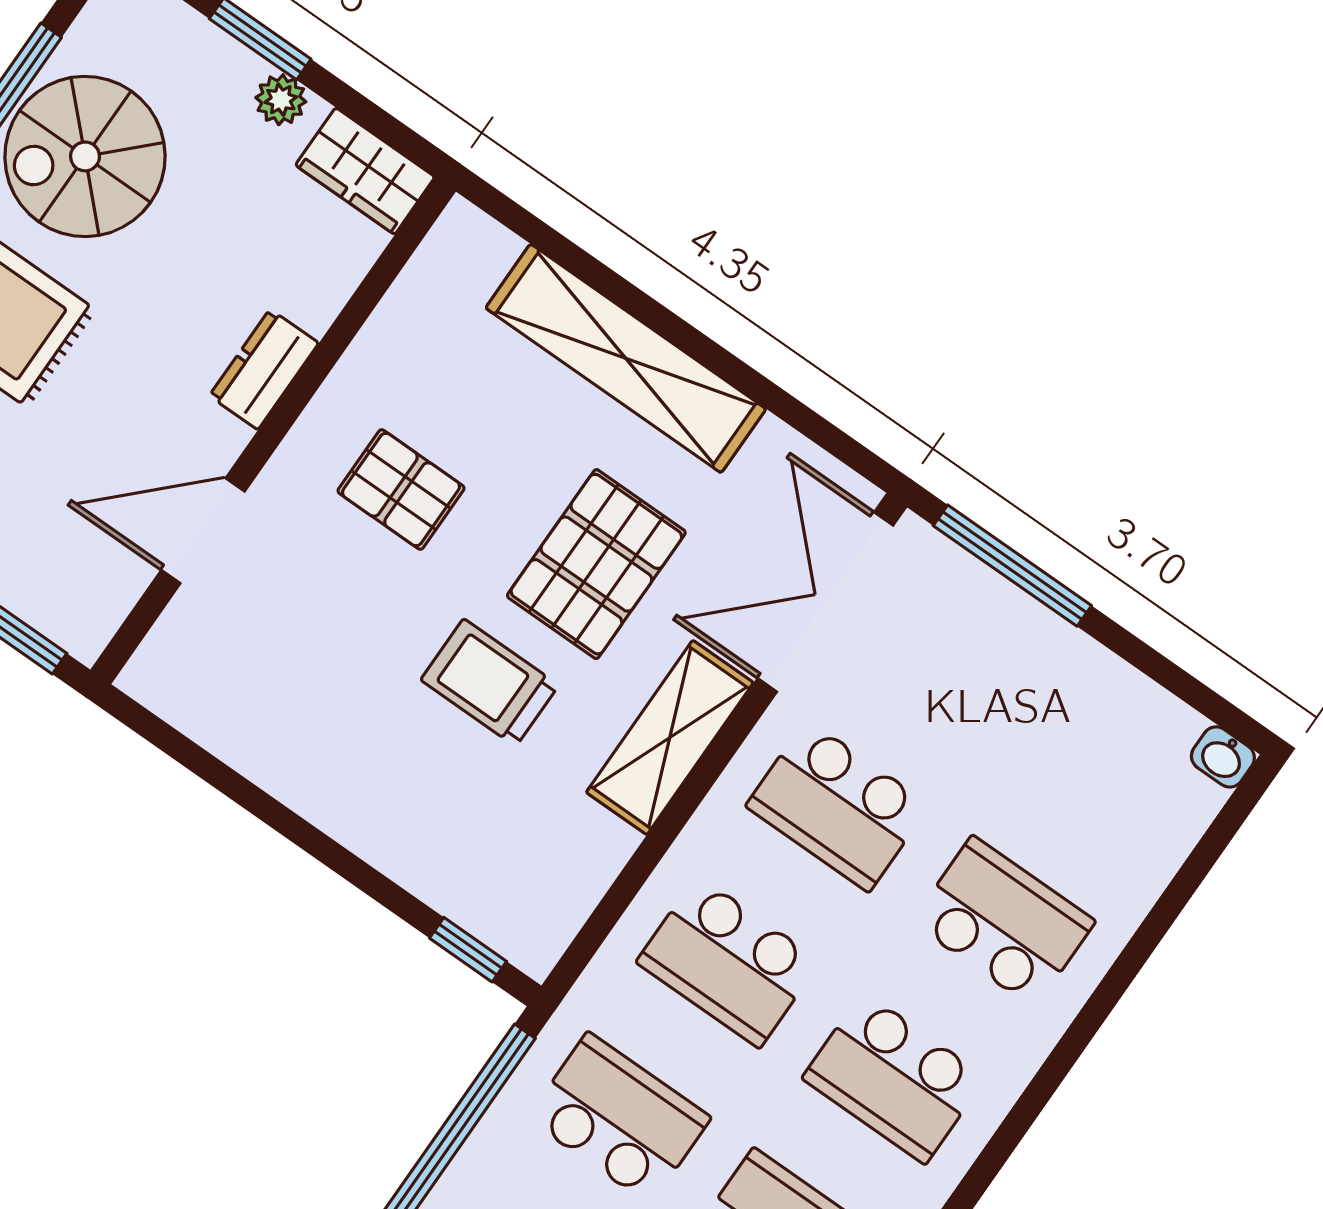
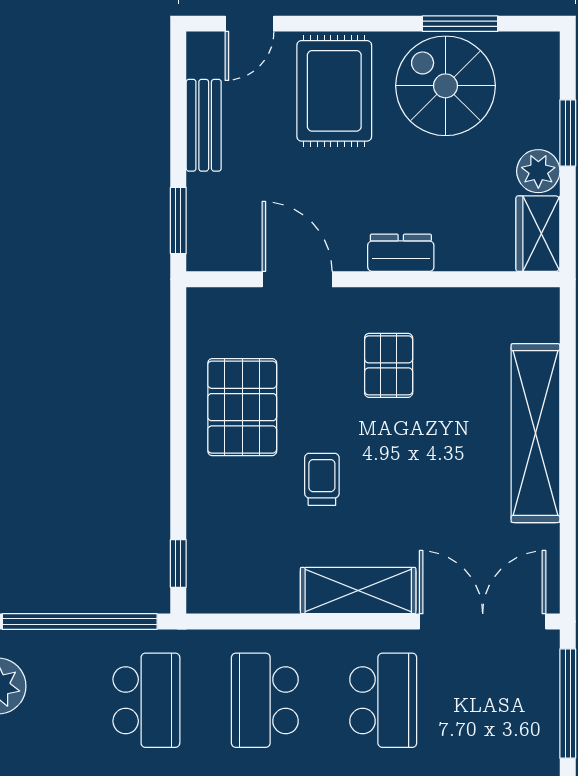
plant: (281, 100) -> (538, 171), width x1.38, depth x1.38
pallet: (596, 564) -> (242, 407), moved, turned 90
trolley: (490, 683) -> (322, 479), width x0.73, depth x0.72
school desk: (838, 806) -> (383, 700), turned 180

